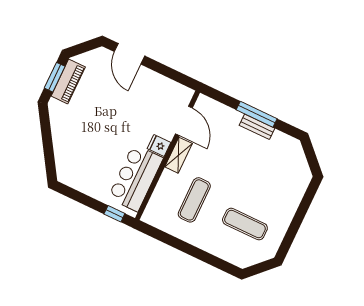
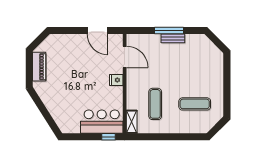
door: (129, 54) -> (97, 31), moved
window: (55, 77) -> (29, 68), removed
shelving: (179, 155) -> (132, 122), moved
bar counter: (136, 178) -> (102, 122), moved, turned 90

